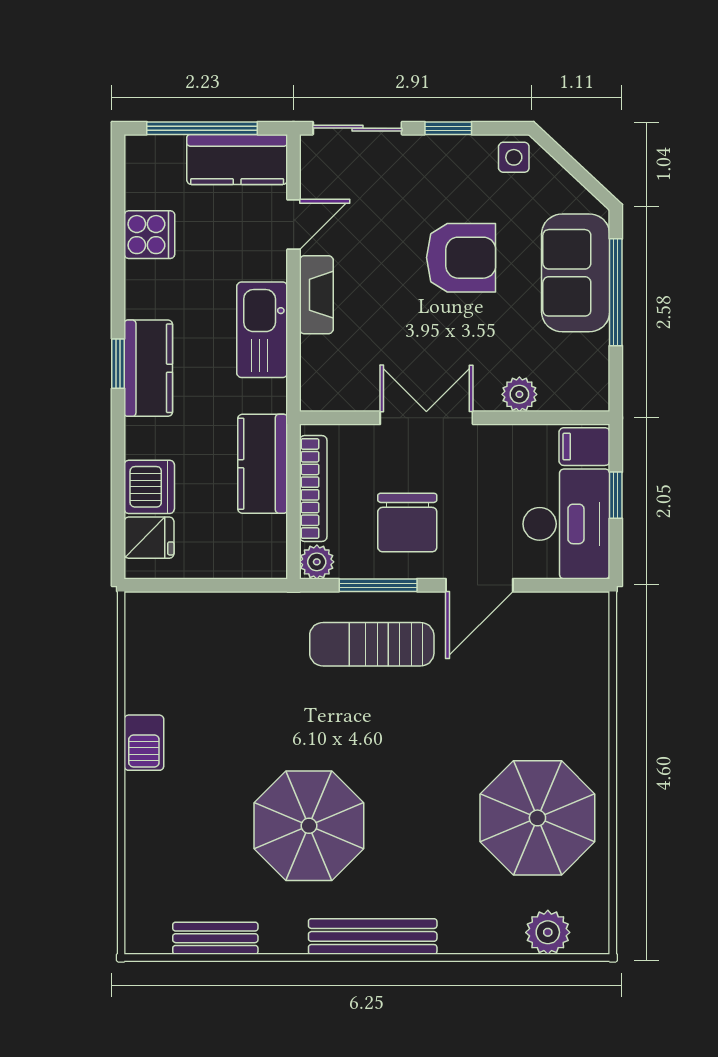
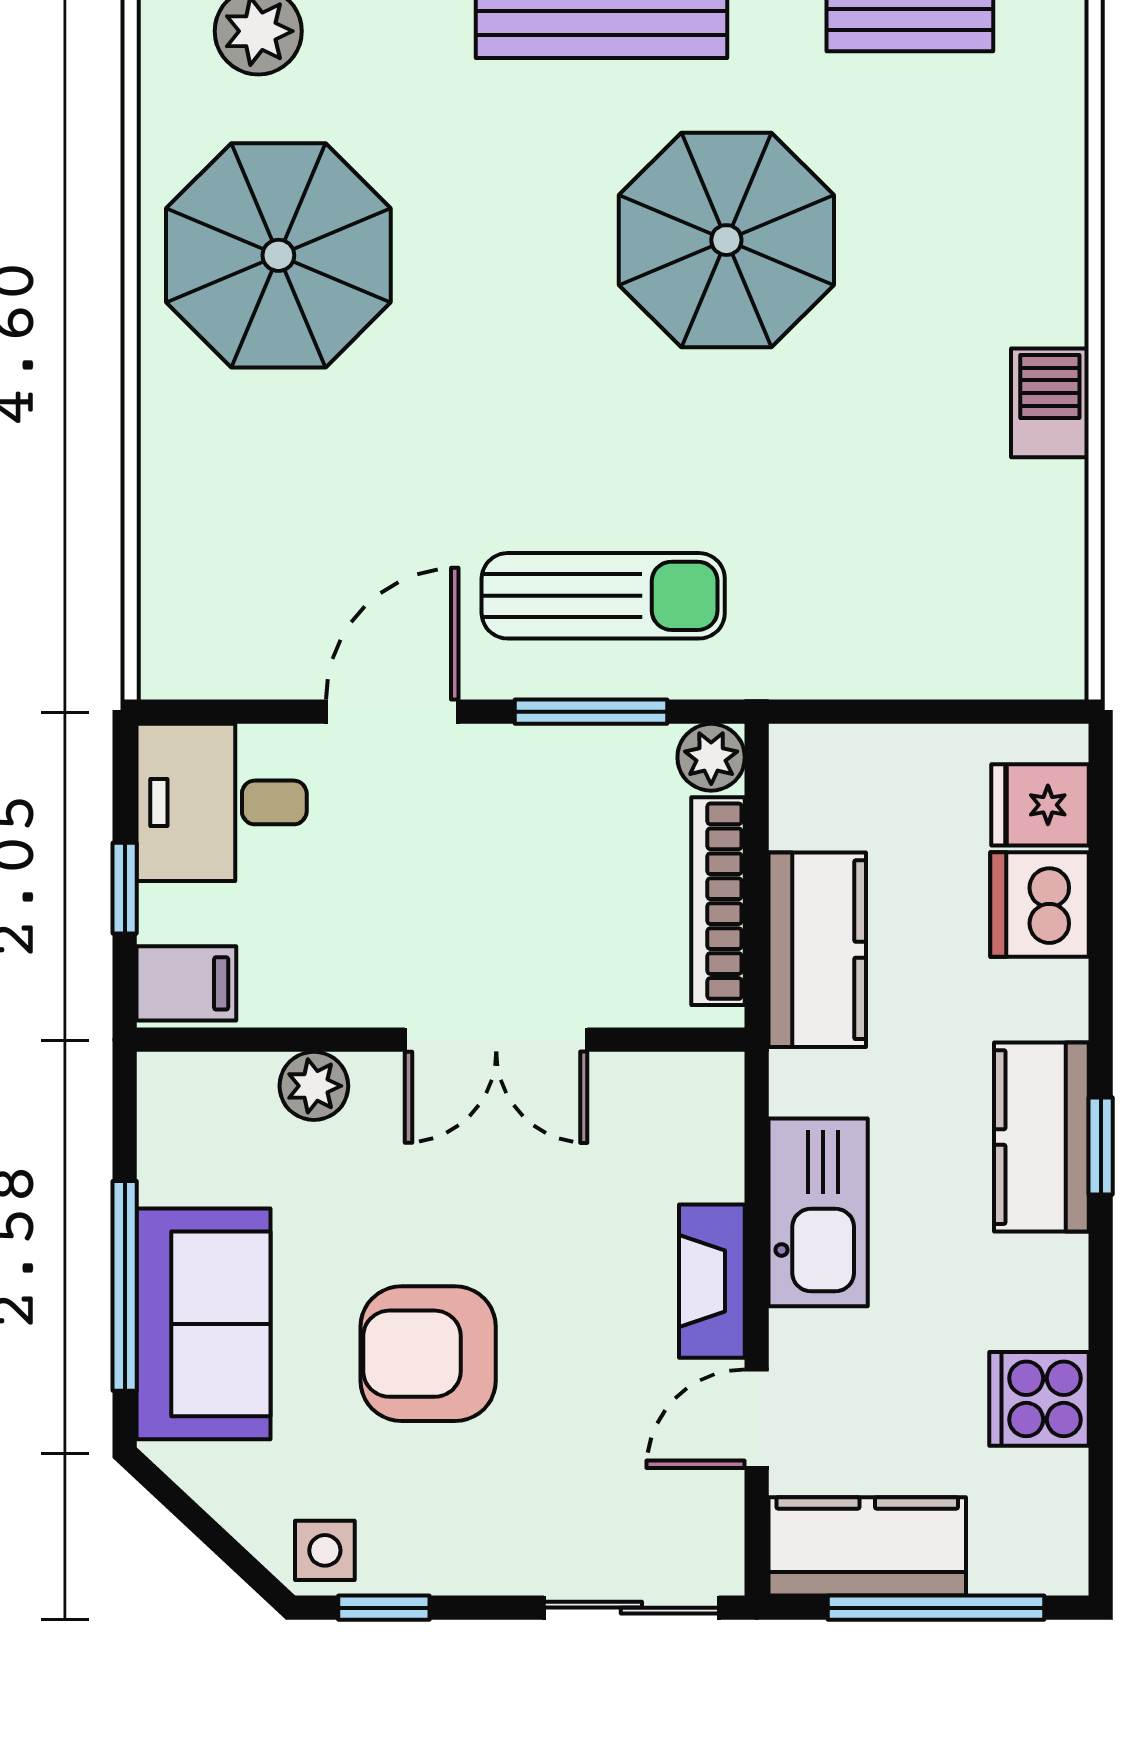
window: (448, 128) -> (384, 1608), moved
chair: (407, 523) -> (534, 834), removed
desk: (566, 524) -> (222, 802), width x0.73

